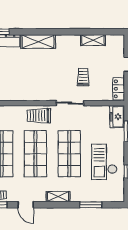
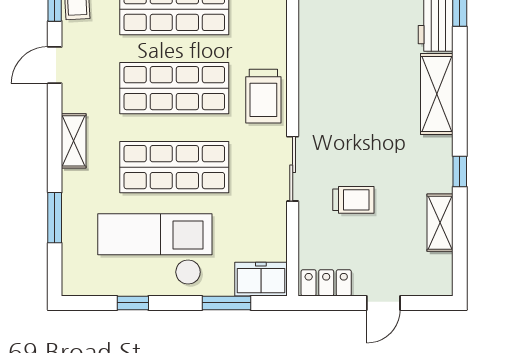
window: (71, 32) -> (460, 172), added
trolley: (39, 116) -> (263, 96), turned 180
checkout: (104, 162) -> (155, 249), width x1.36, depth x1.21

